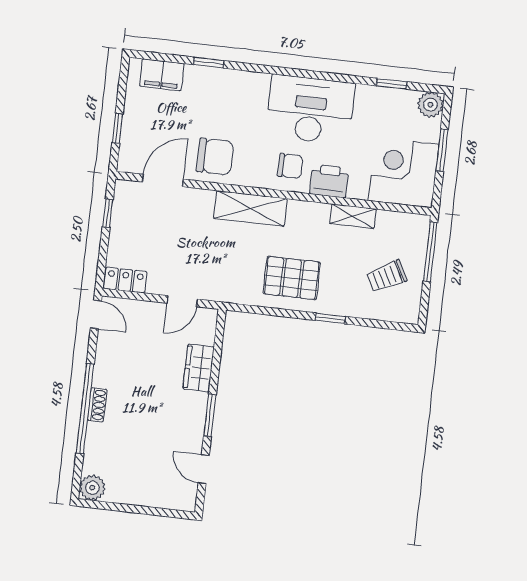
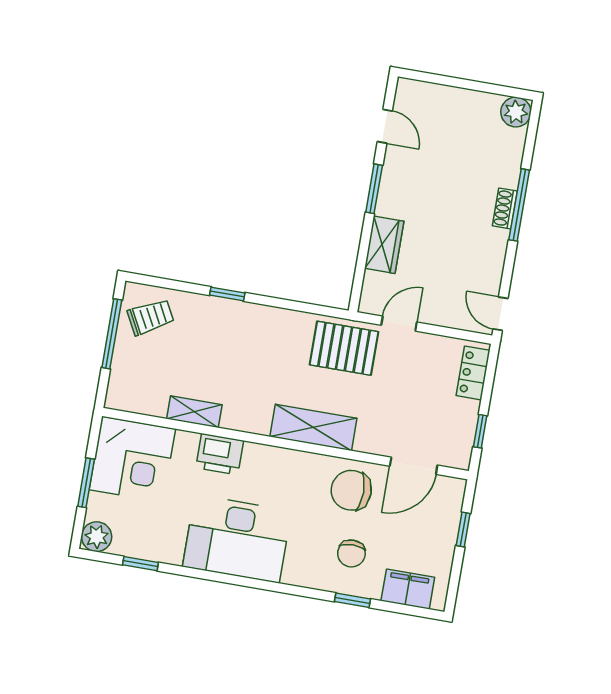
chair: (290, 166) -> (351, 553), moved, turned -90
window: (430, 252) -> (112, 334), moved
trolley: (387, 276) -> (151, 317), moved
pallet: (292, 278) -> (344, 348), moved
locker: (125, 280) -> (473, 373), moved, turned 90
window: (85, 408) -> (519, 205), width x0.68

